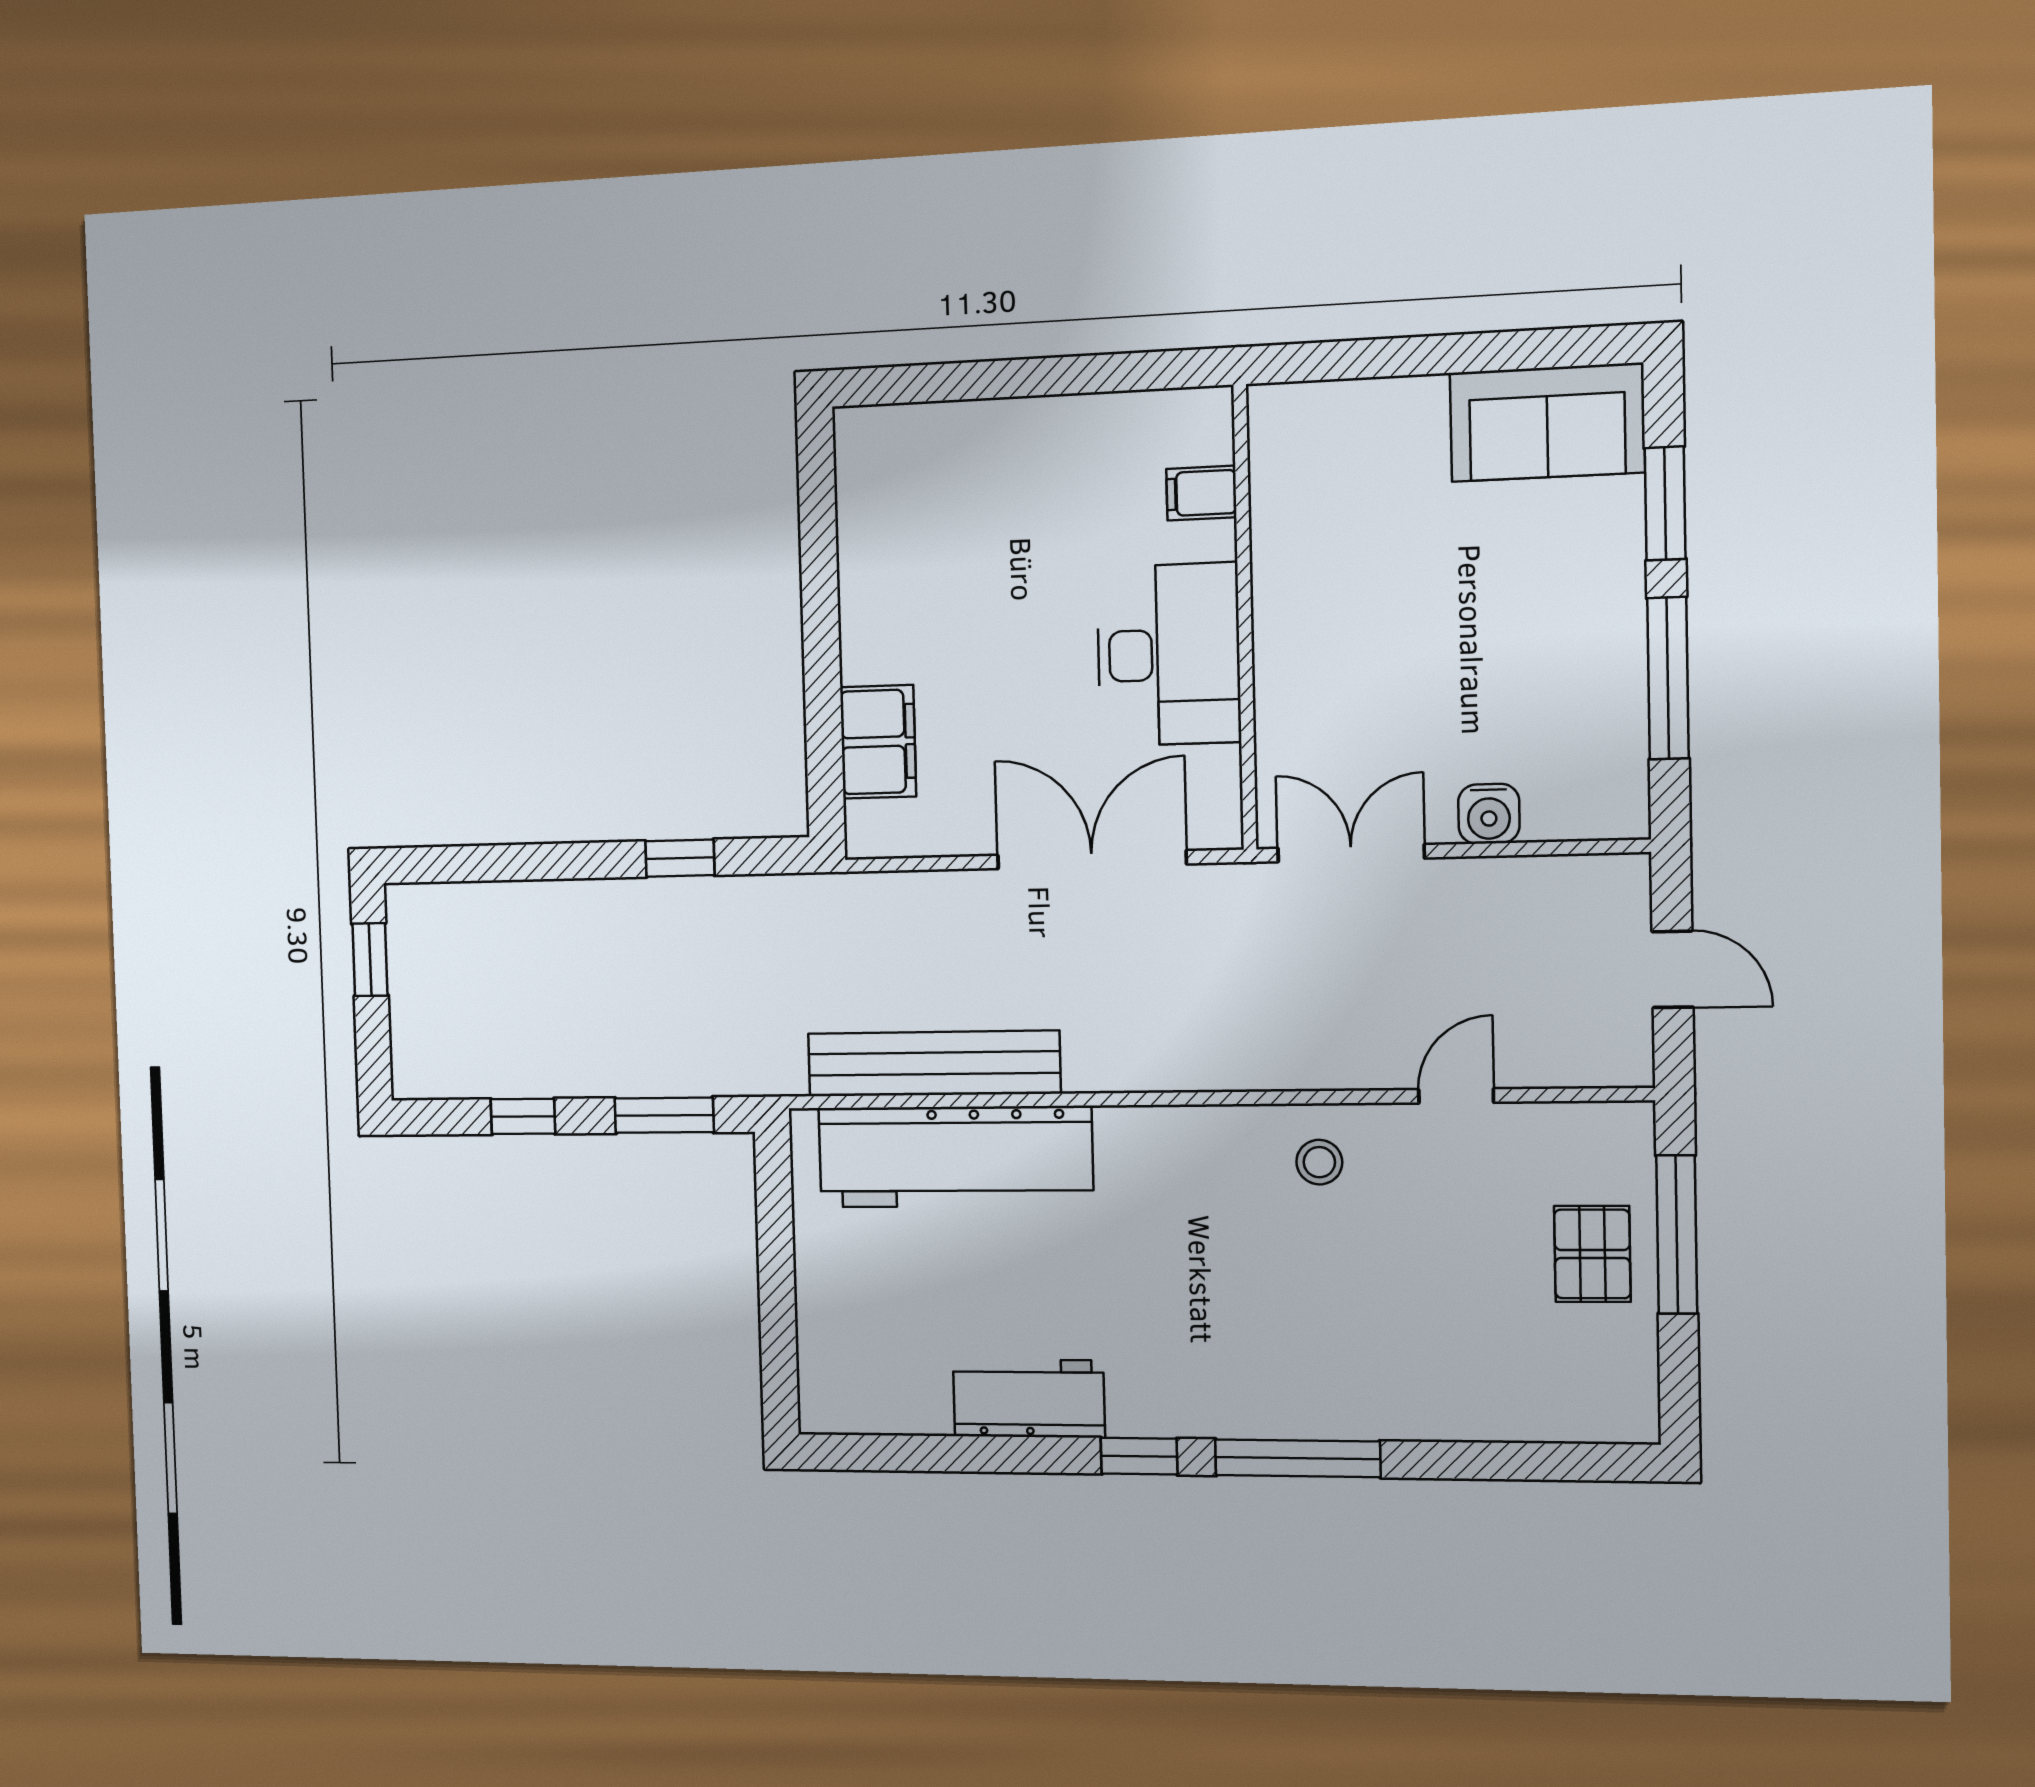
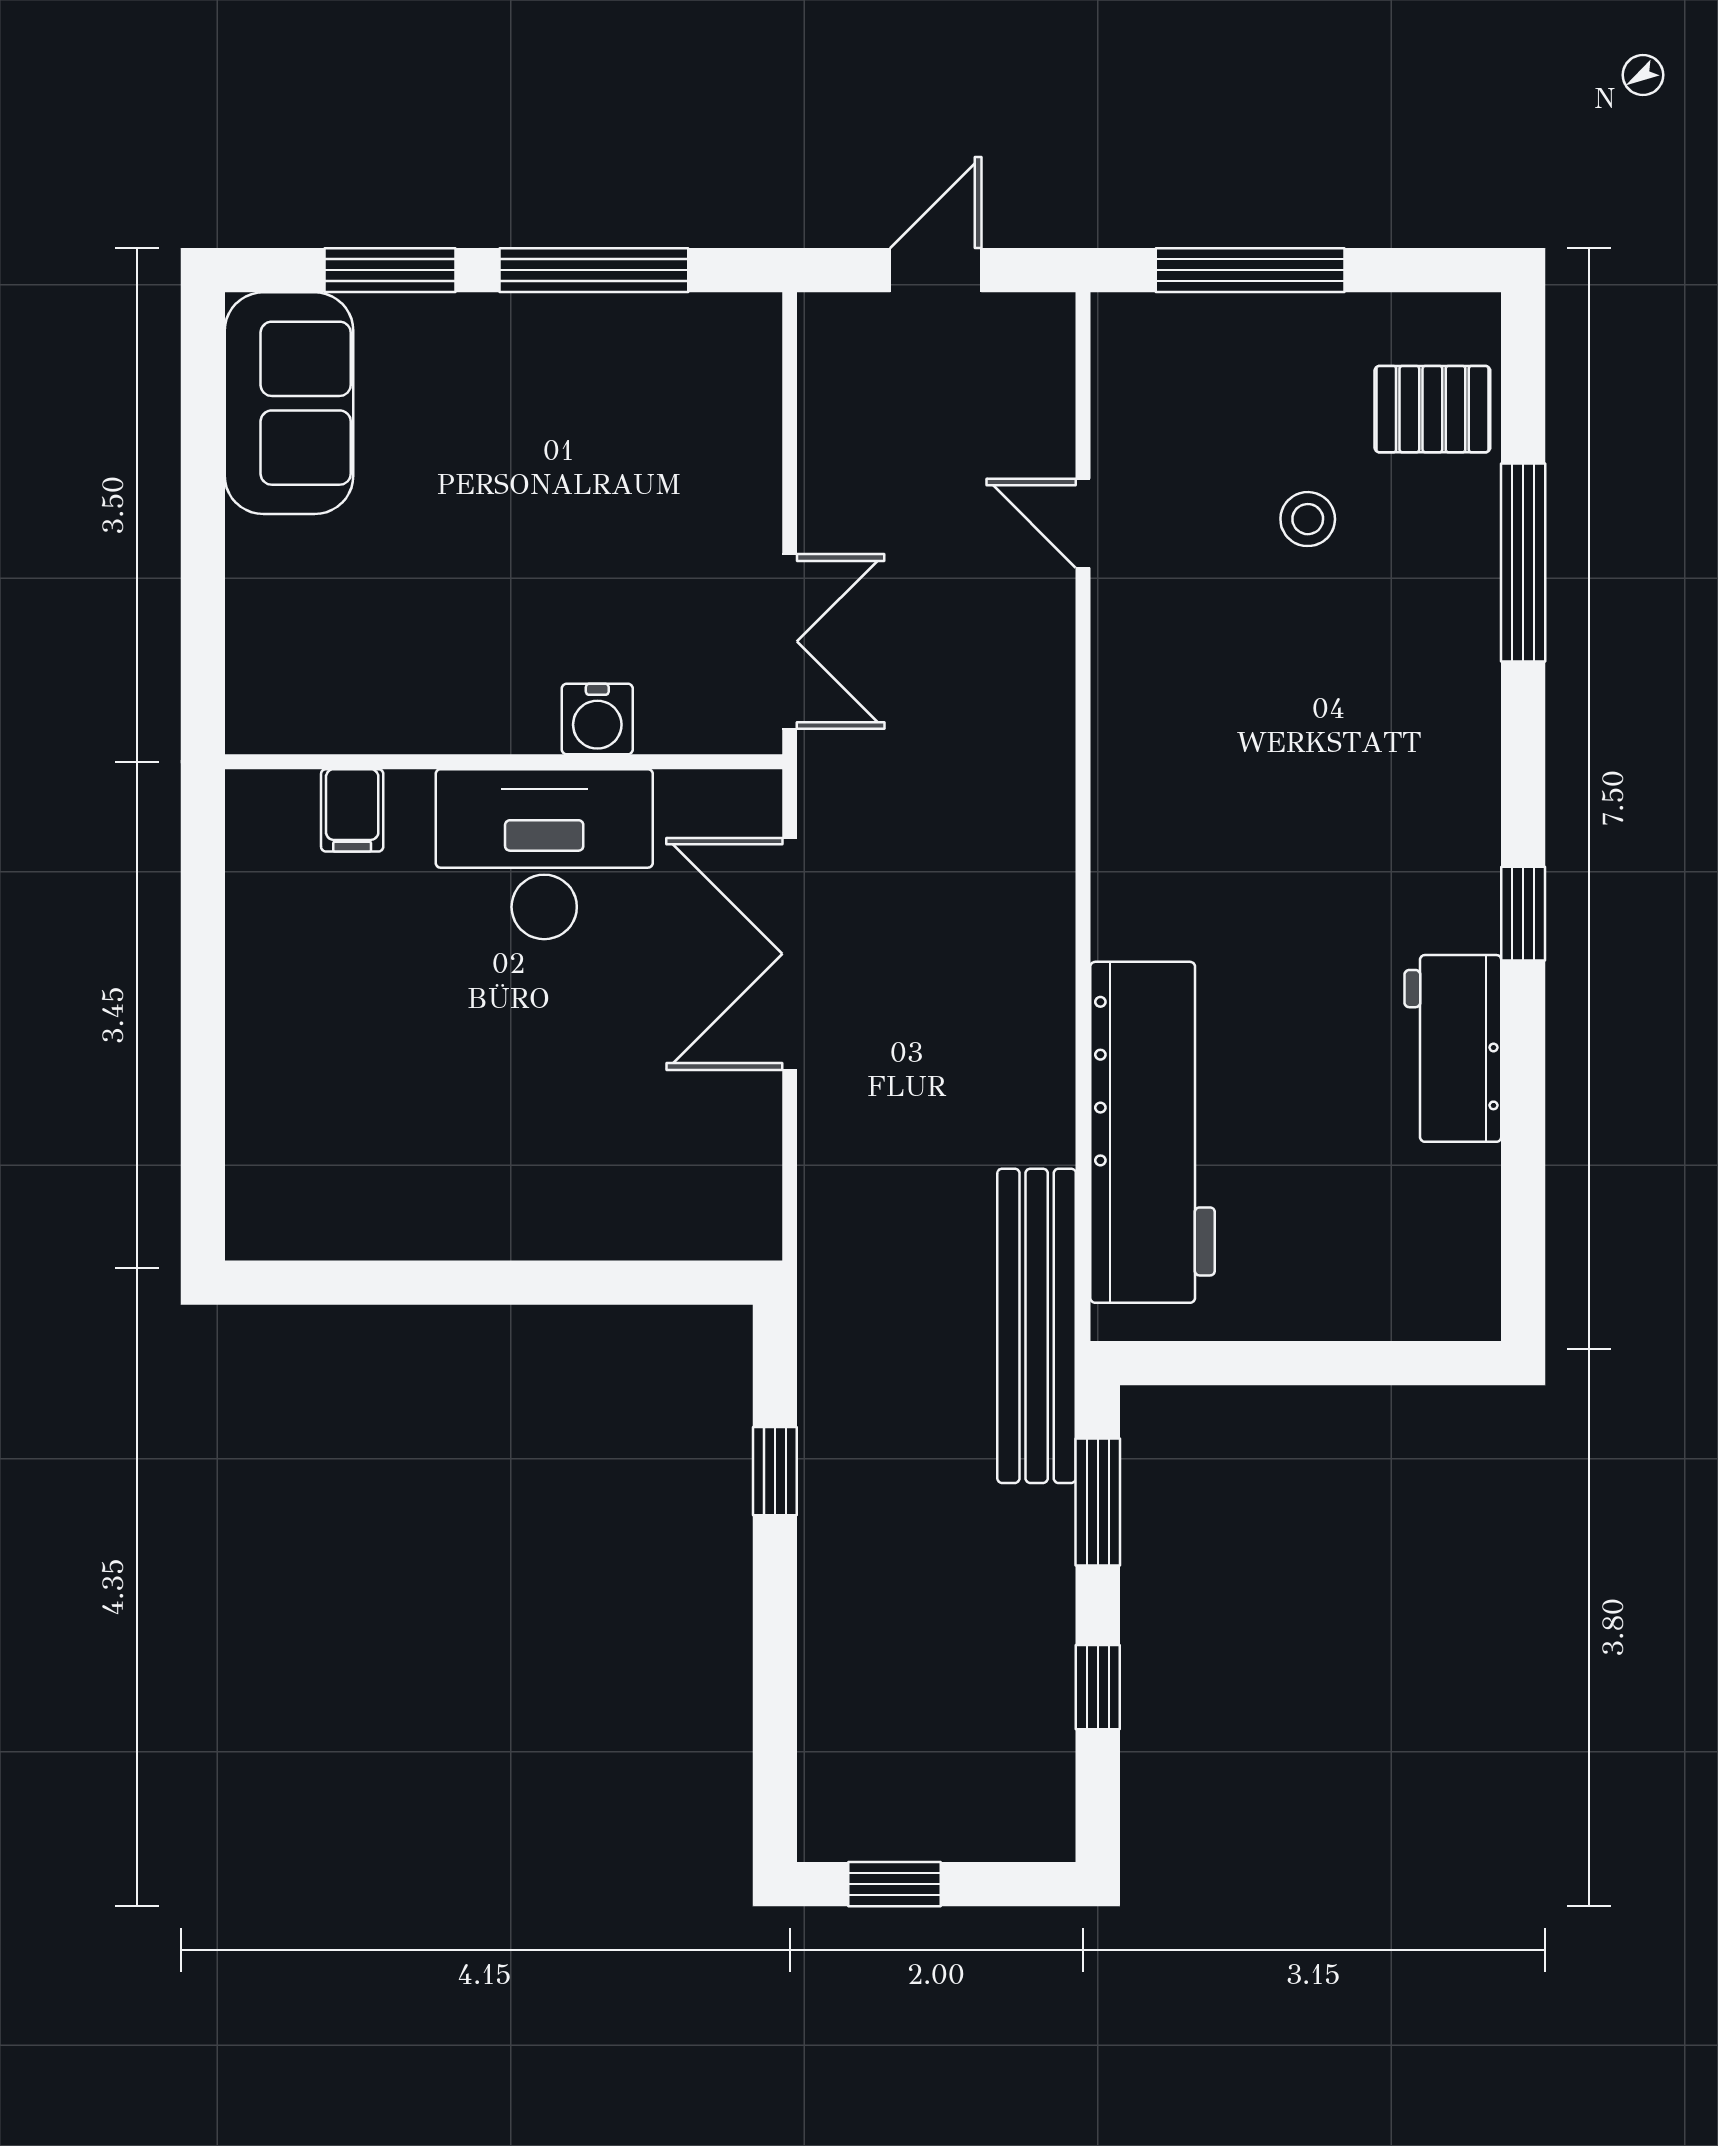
filing cabinet: (878, 742) -> (638, 1215), removed
water cooler: (1489, 814) -> (597, 719), moved, turned 90
double door: (1351, 853) -> (790, 641), swing flipped
bench: (934, 1064) -> (1037, 1326), moved
stool: (1319, 1162) -> (1308, 519), moved
pallet: (1592, 1254) -> (1432, 409), moved
window: (1298, 1458) -> (1523, 563), moved

